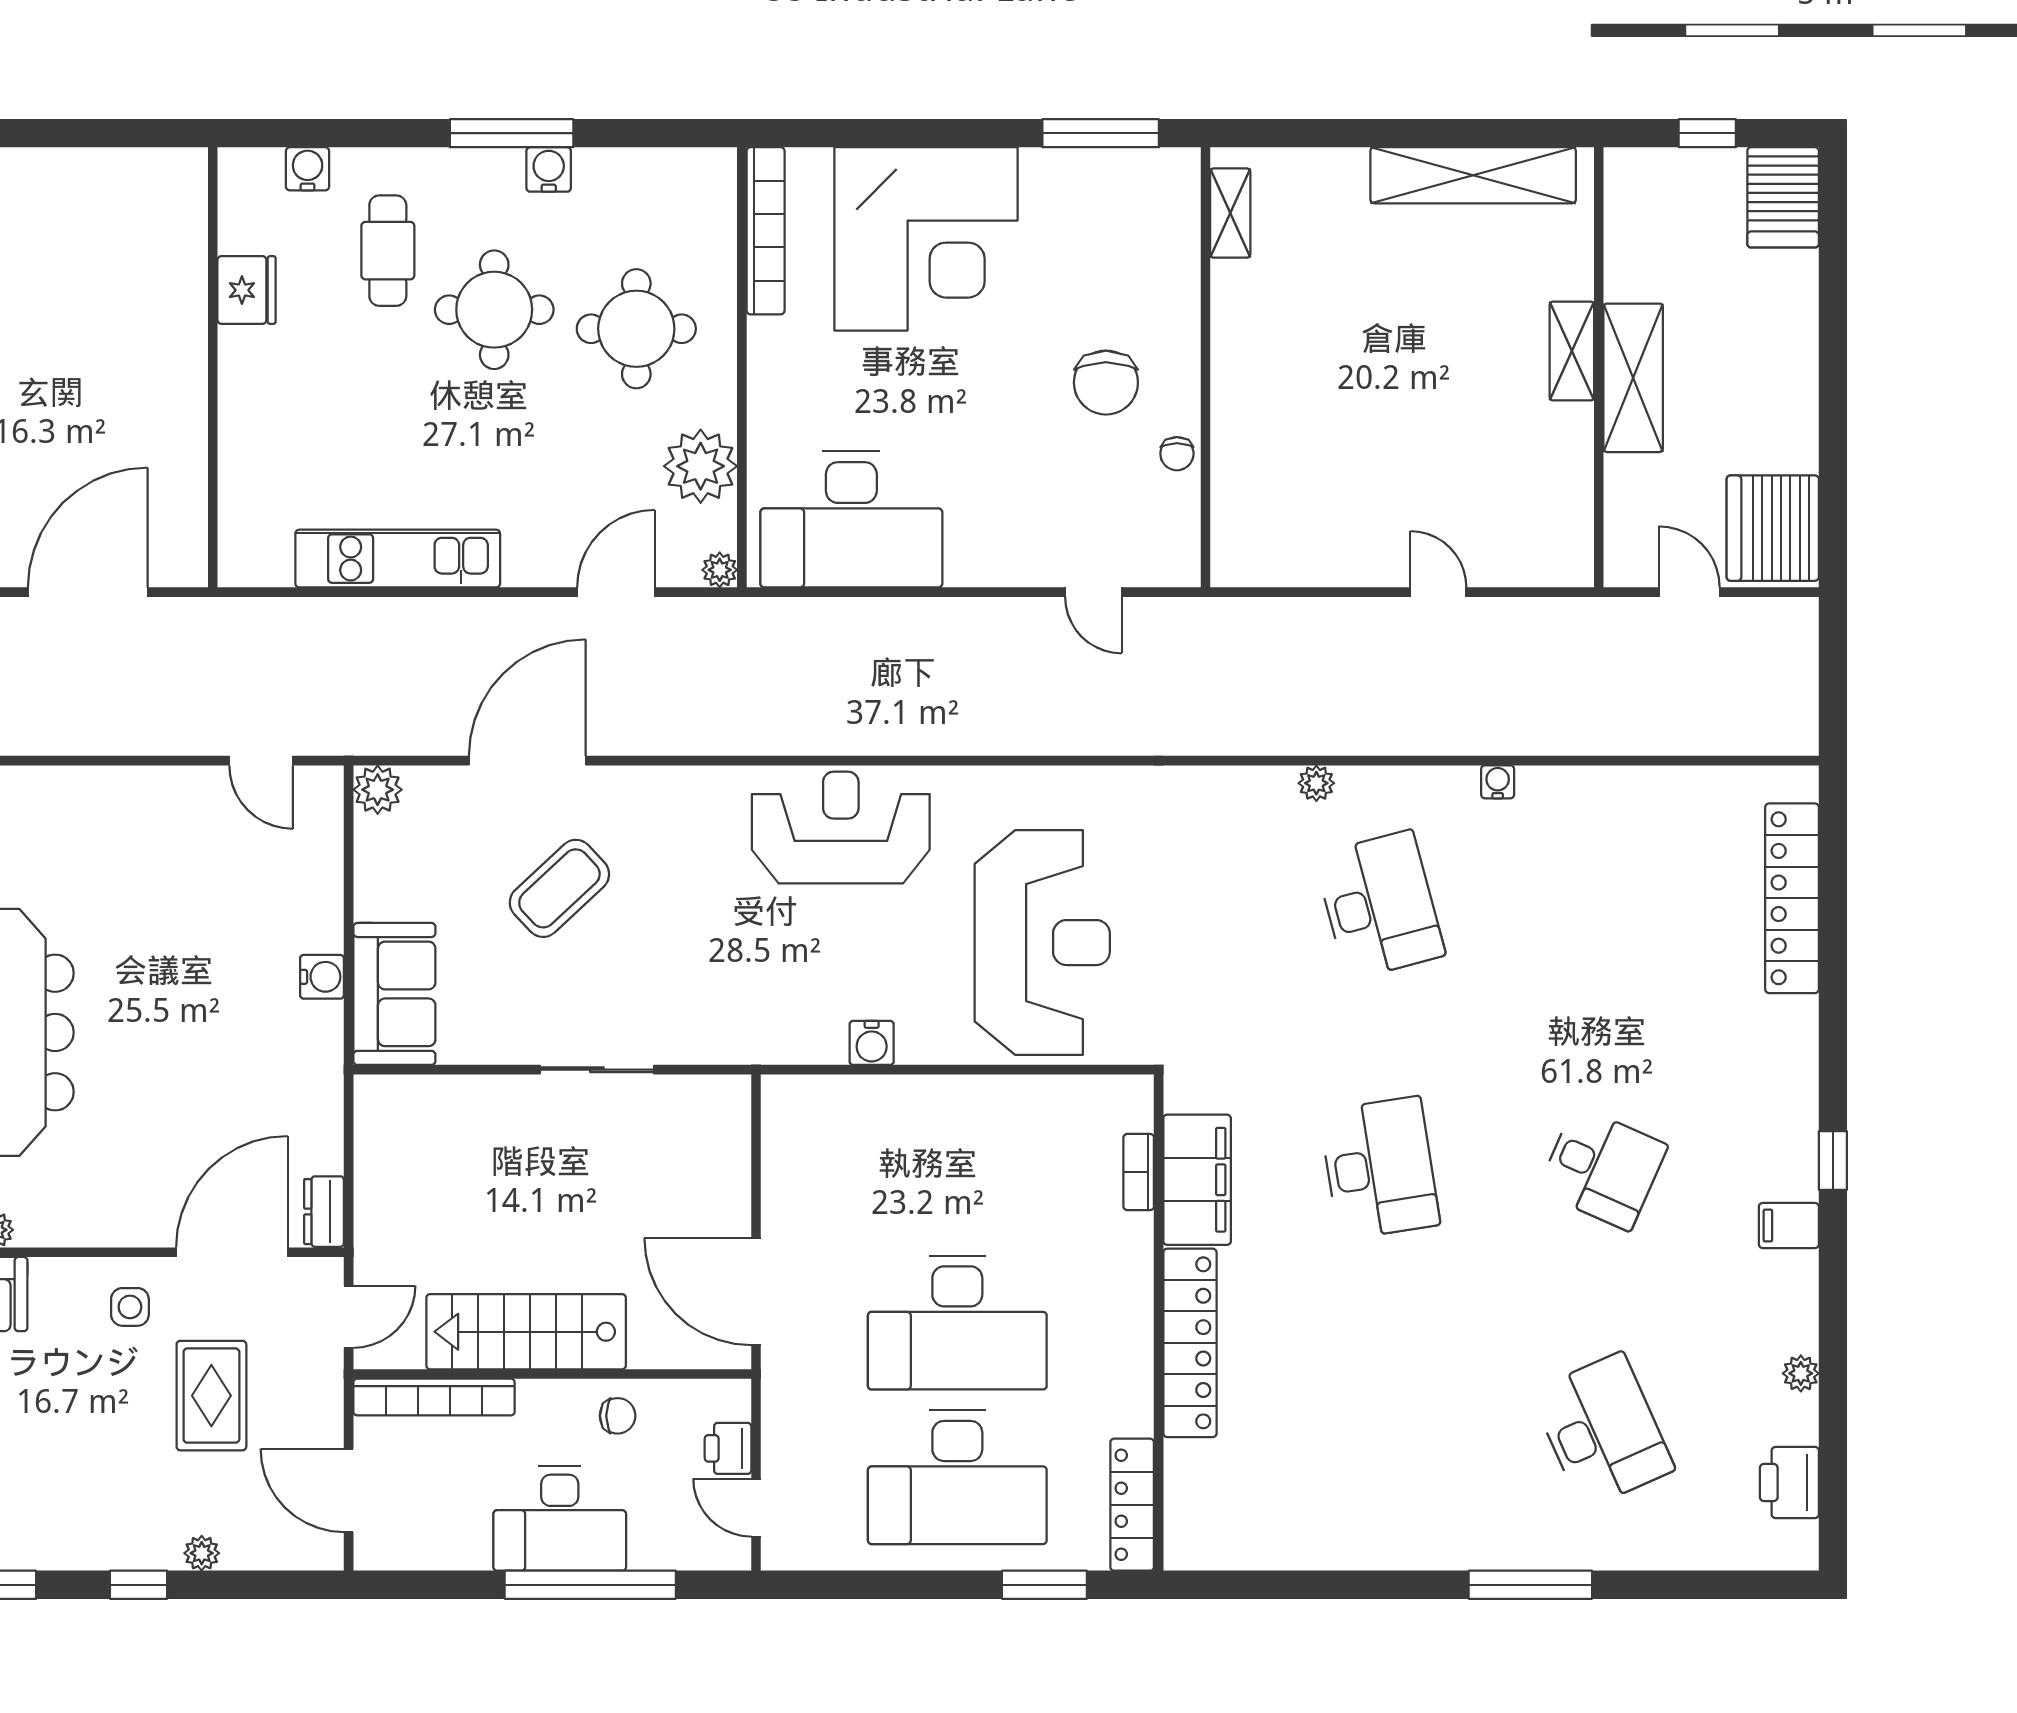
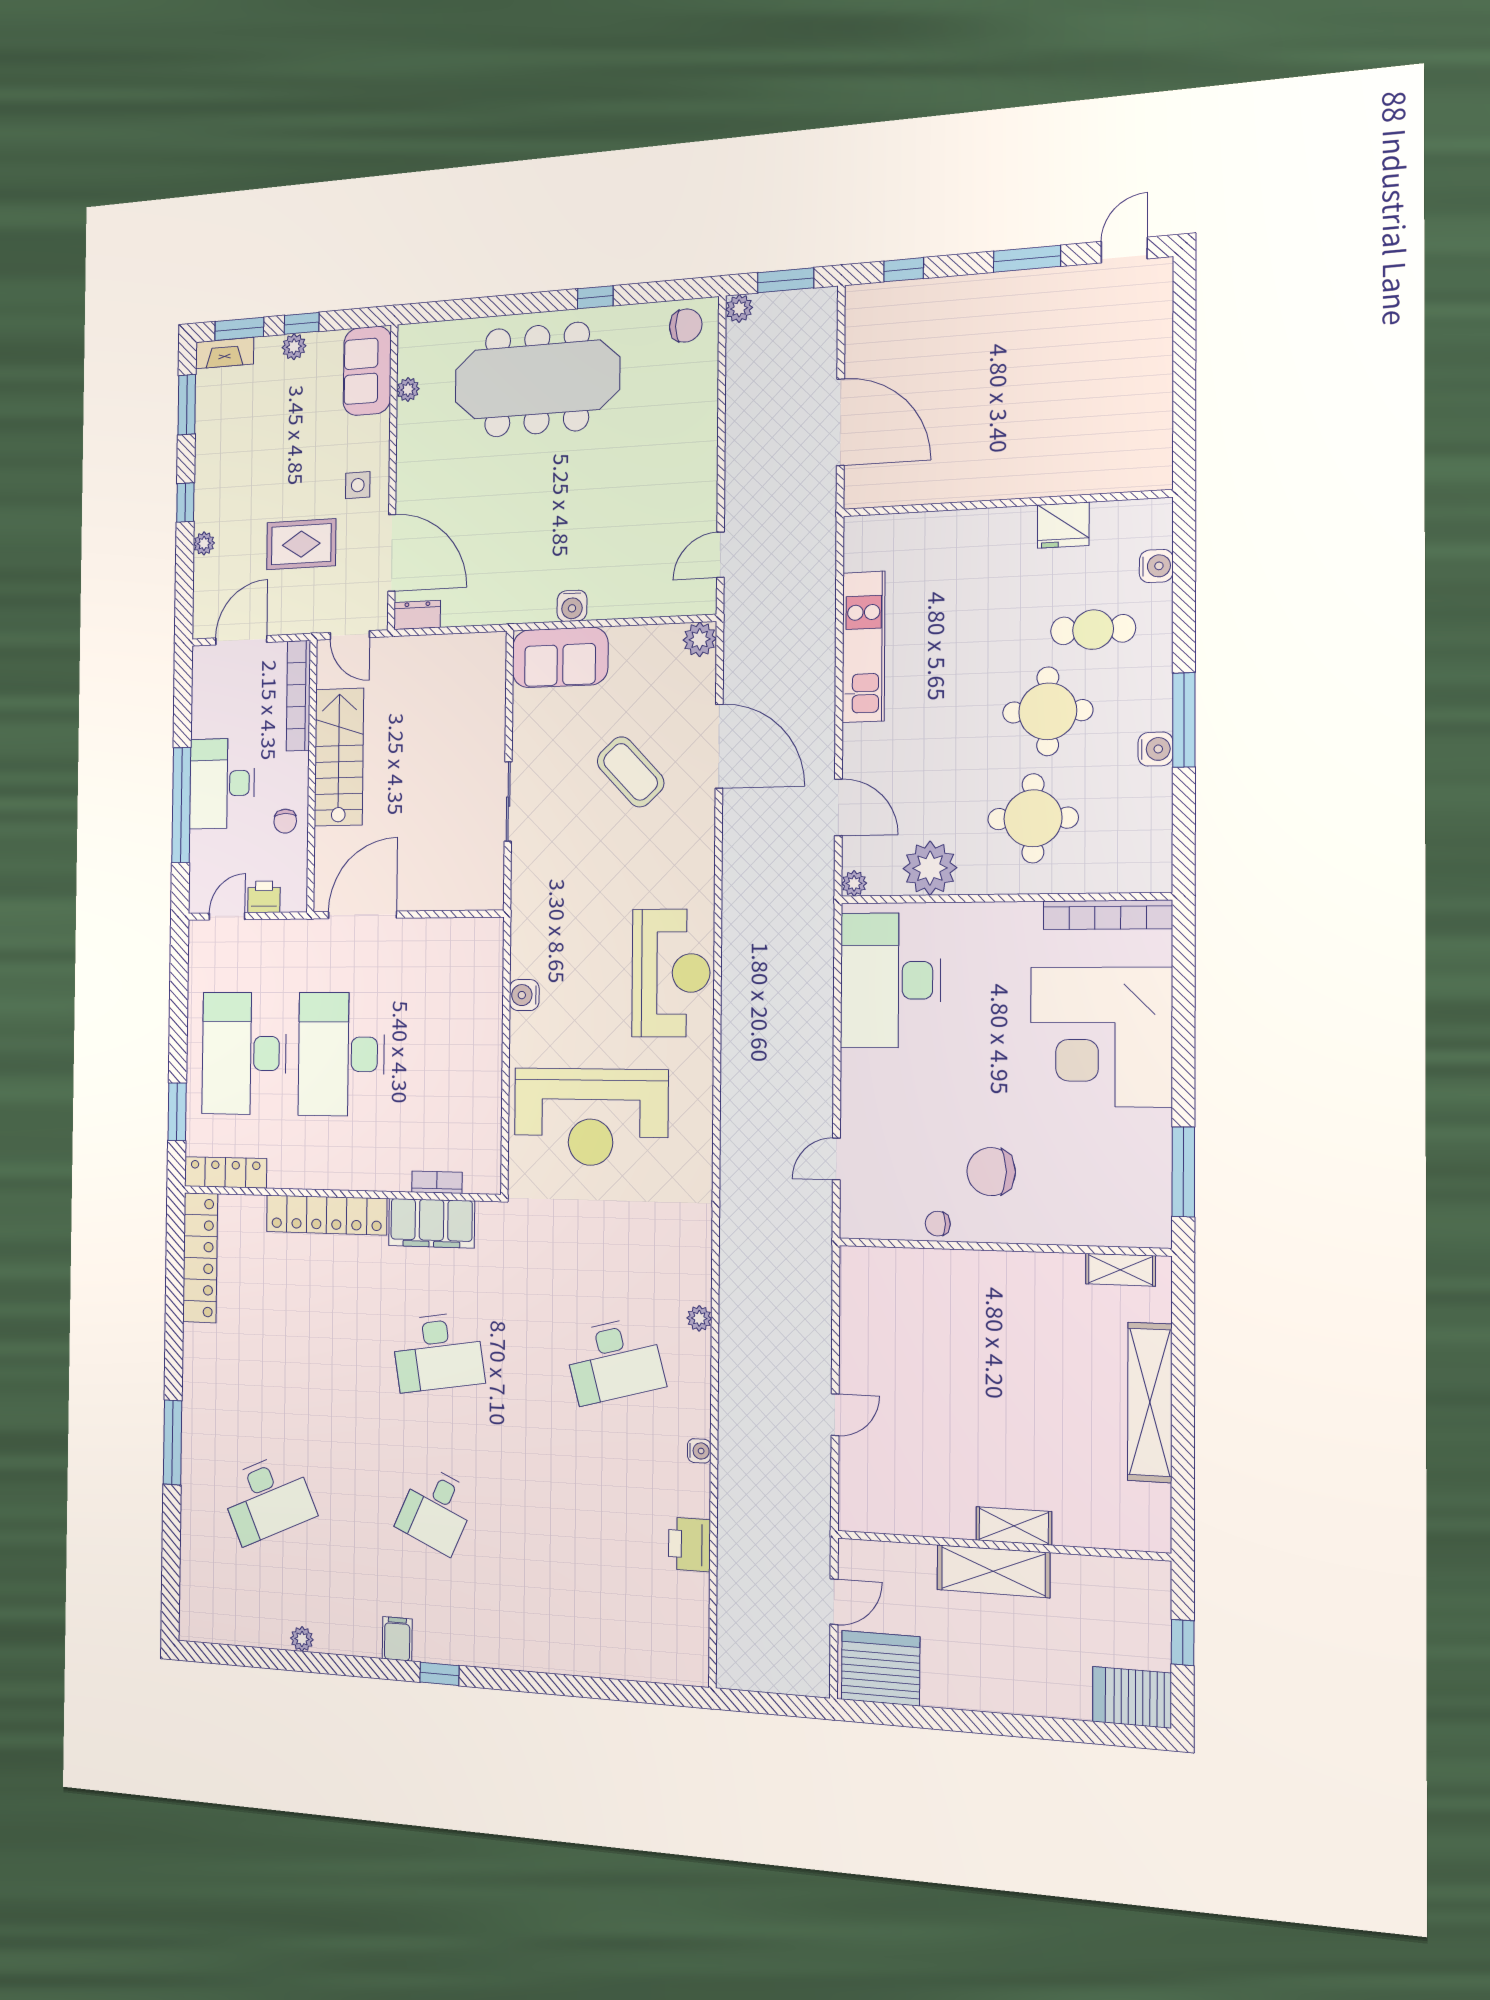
shelving: (1473, 175) -> (1150, 1402), moved
locker: (1792, 898) -> (200, 1258), moved, turned 90
printer: (1789, 1482) -> (689, 1544), moved, turned -90

